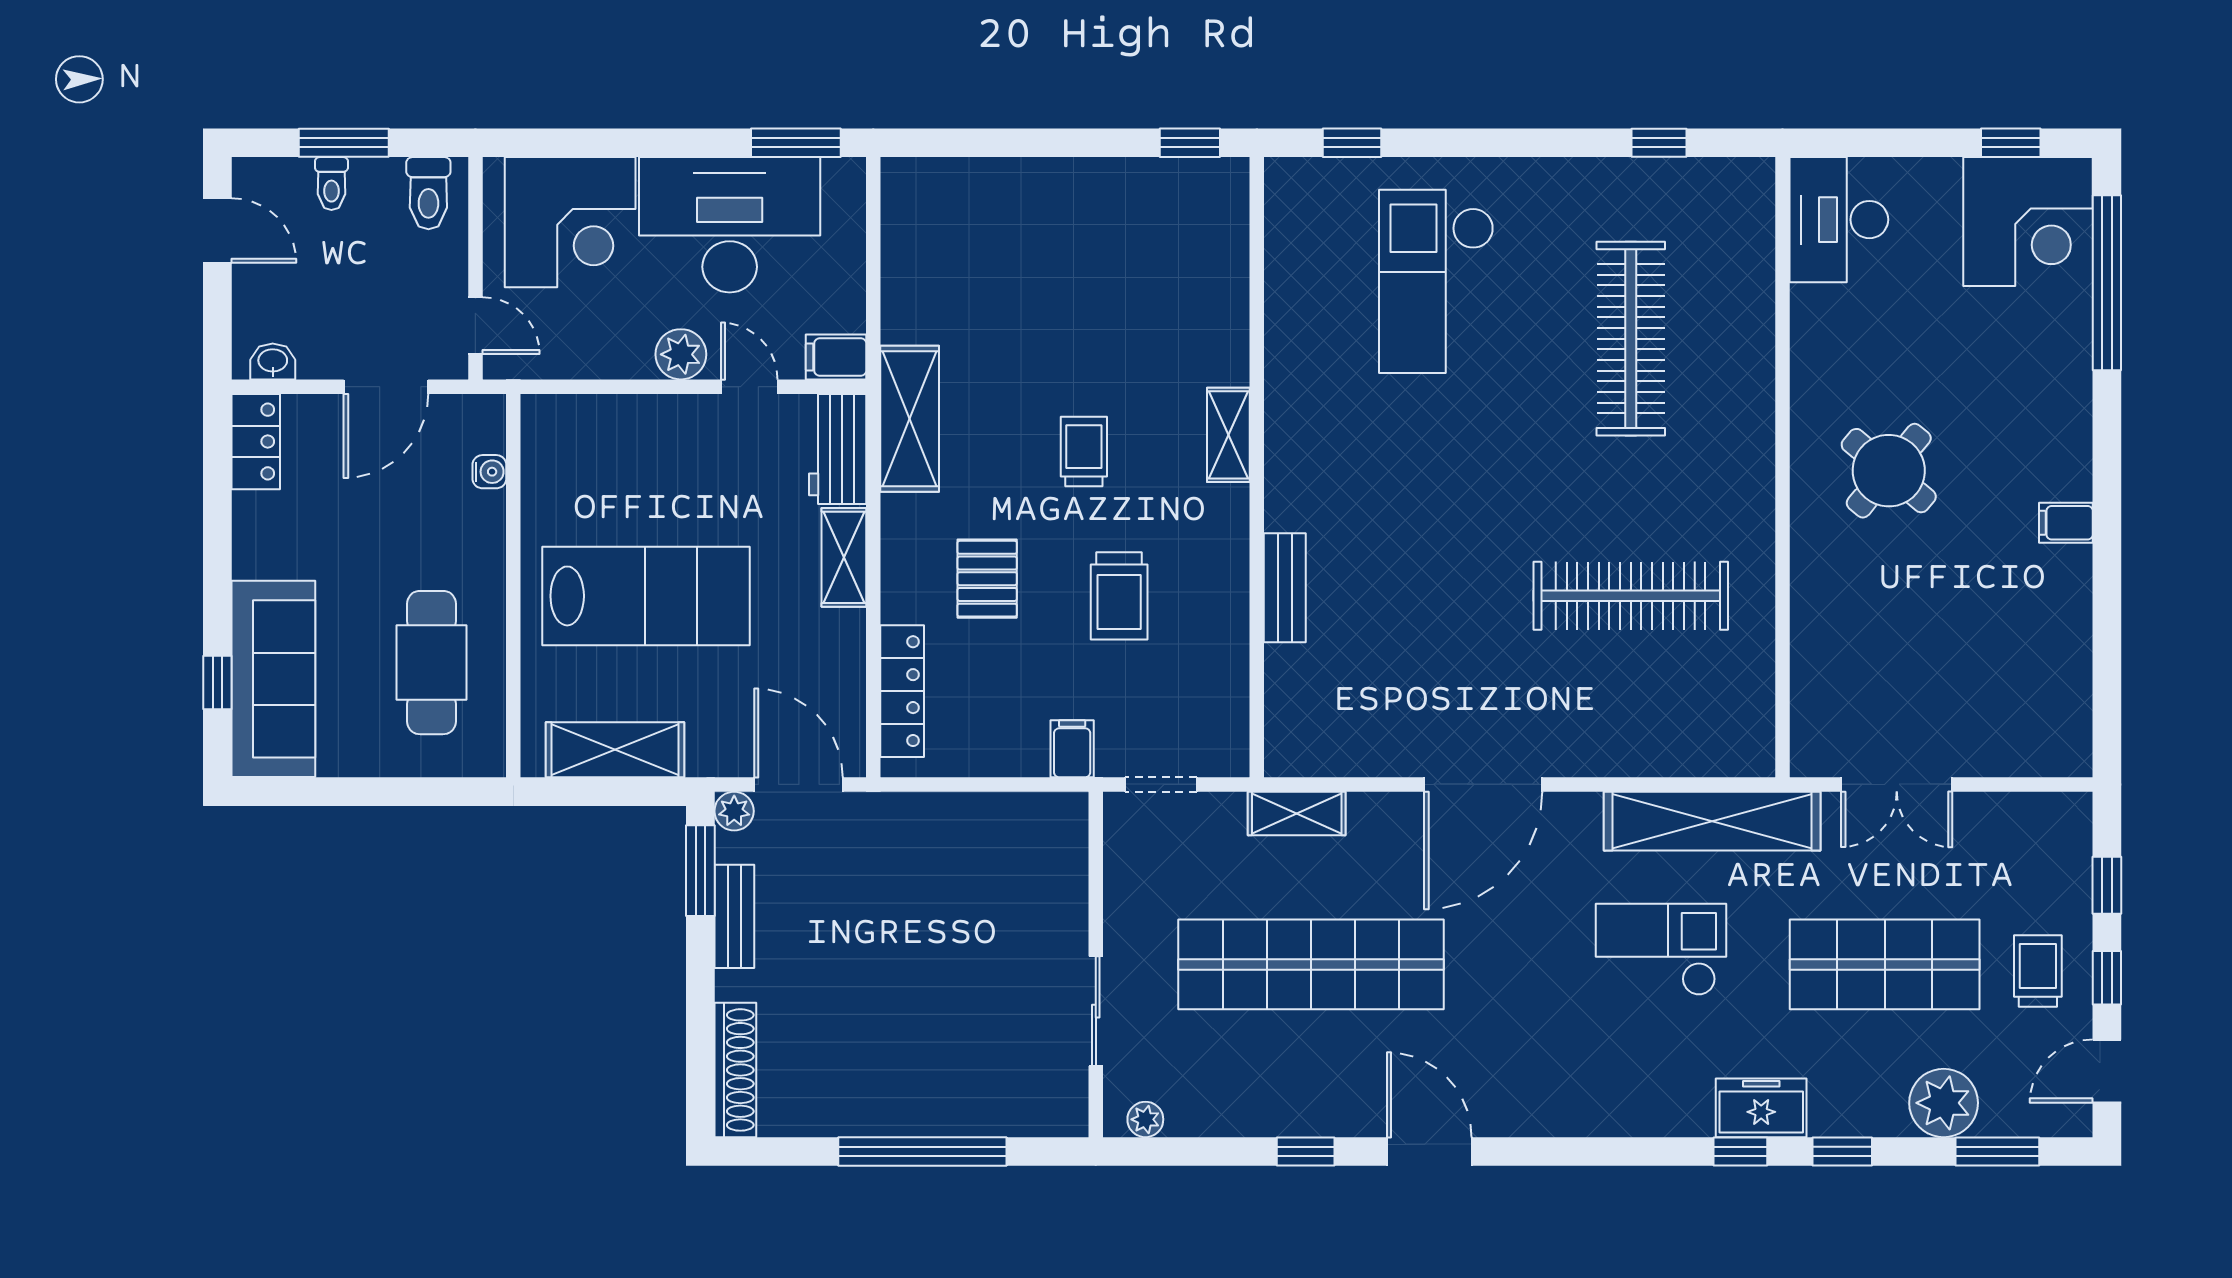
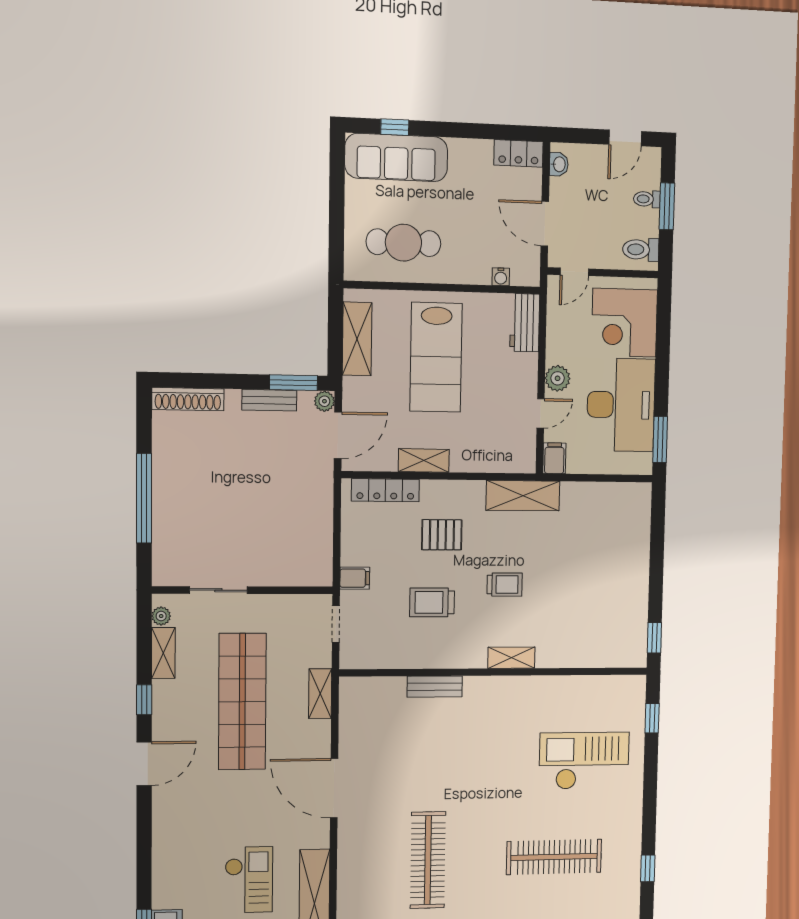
workbench: (838, 449) -> (525, 323), moved, turned -90
shelving: (844, 557) -> (424, 460), moved
shelving: (1216, 1115) -> (163, 653), added

